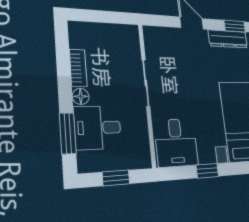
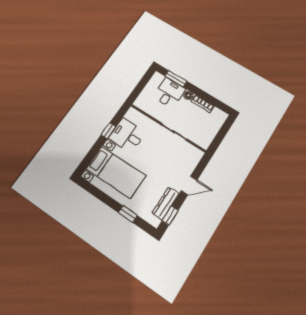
desk: (176, 143) -> (127, 135), moved
window: (116, 178) -> (141, 85), removed

